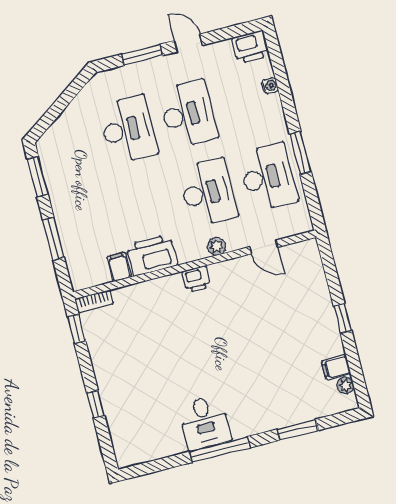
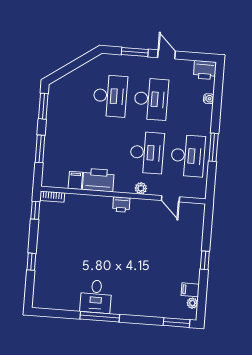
window: (298, 430) -> (176, 323), moved

